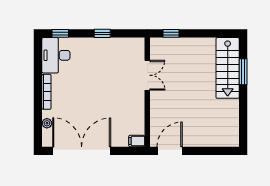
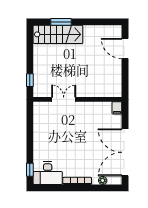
window: (102, 33) -> (30, 136), removed
door: (170, 151) -> (125, 49), moved

